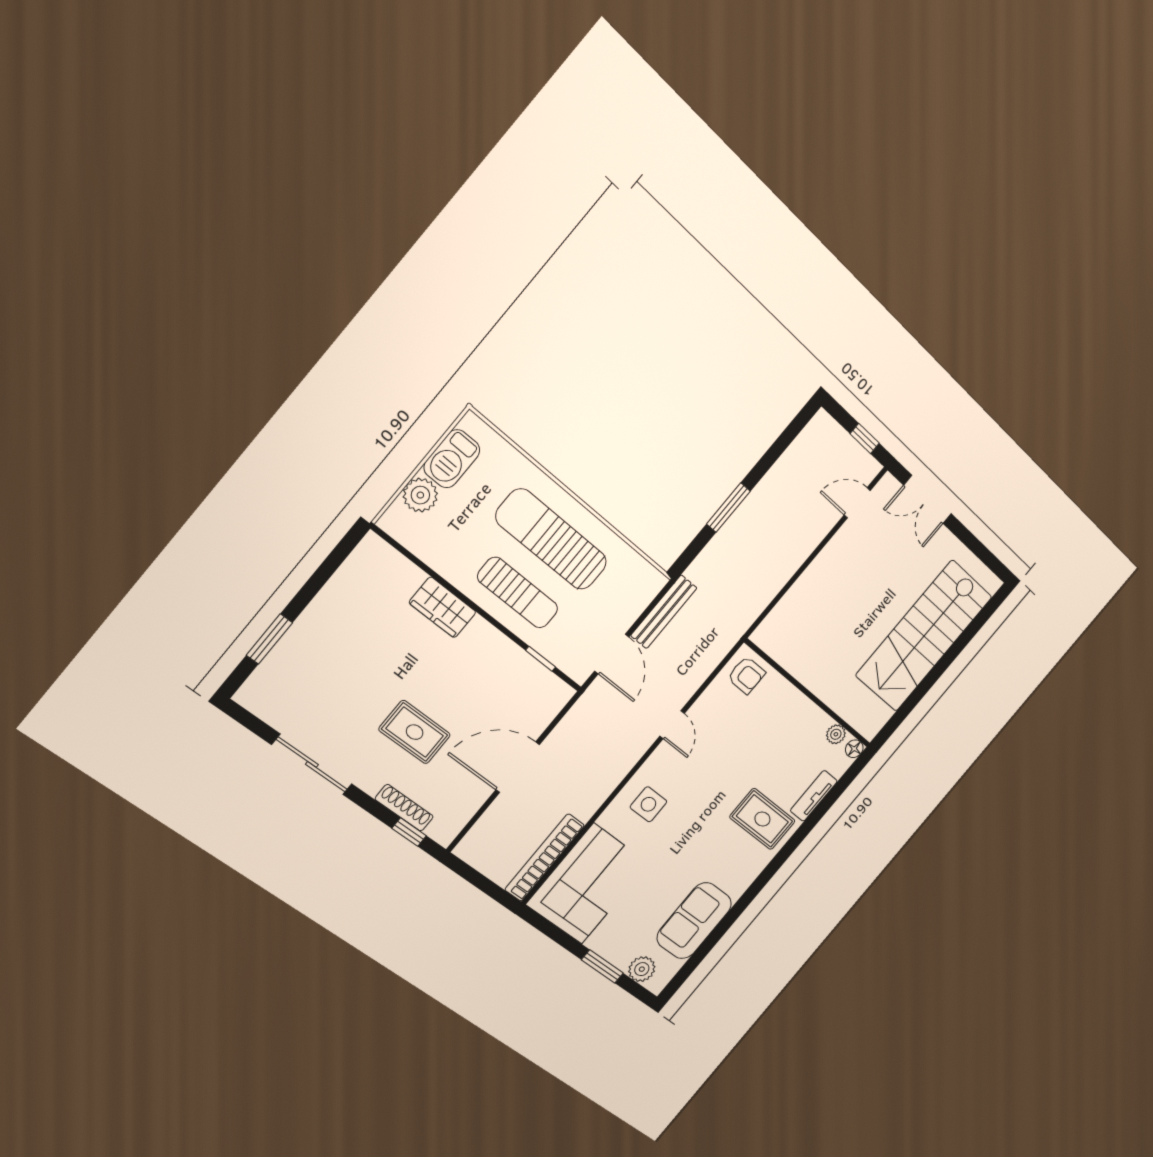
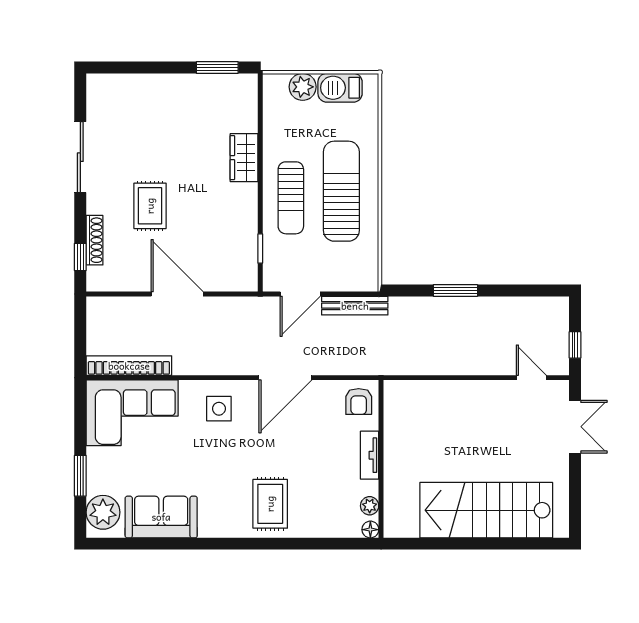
double door: (928, 500) -> (575, 427), swing flipped
window: (269, 639) -> (217, 68), moved
door: (672, 725) -> (285, 378), width x1.88
tv unit: (814, 796) -> (370, 455), moved, turned -90
plant: (642, 969) -> (103, 512), width x1.36, depth x1.36

